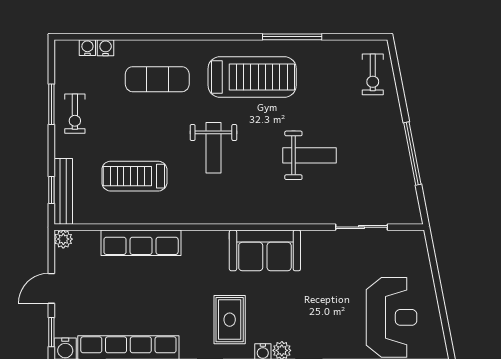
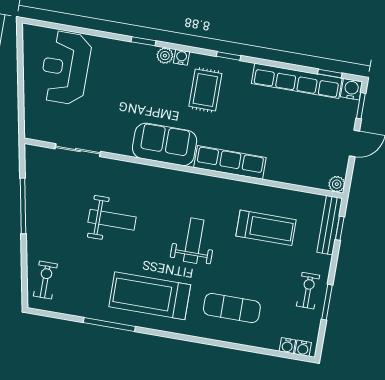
water cooler: (106, 48) -> (303, 348), moved
weight bench: (309, 155) -> (112, 220), turned 180
row of seats: (141, 243) -> (230, 162), moved

